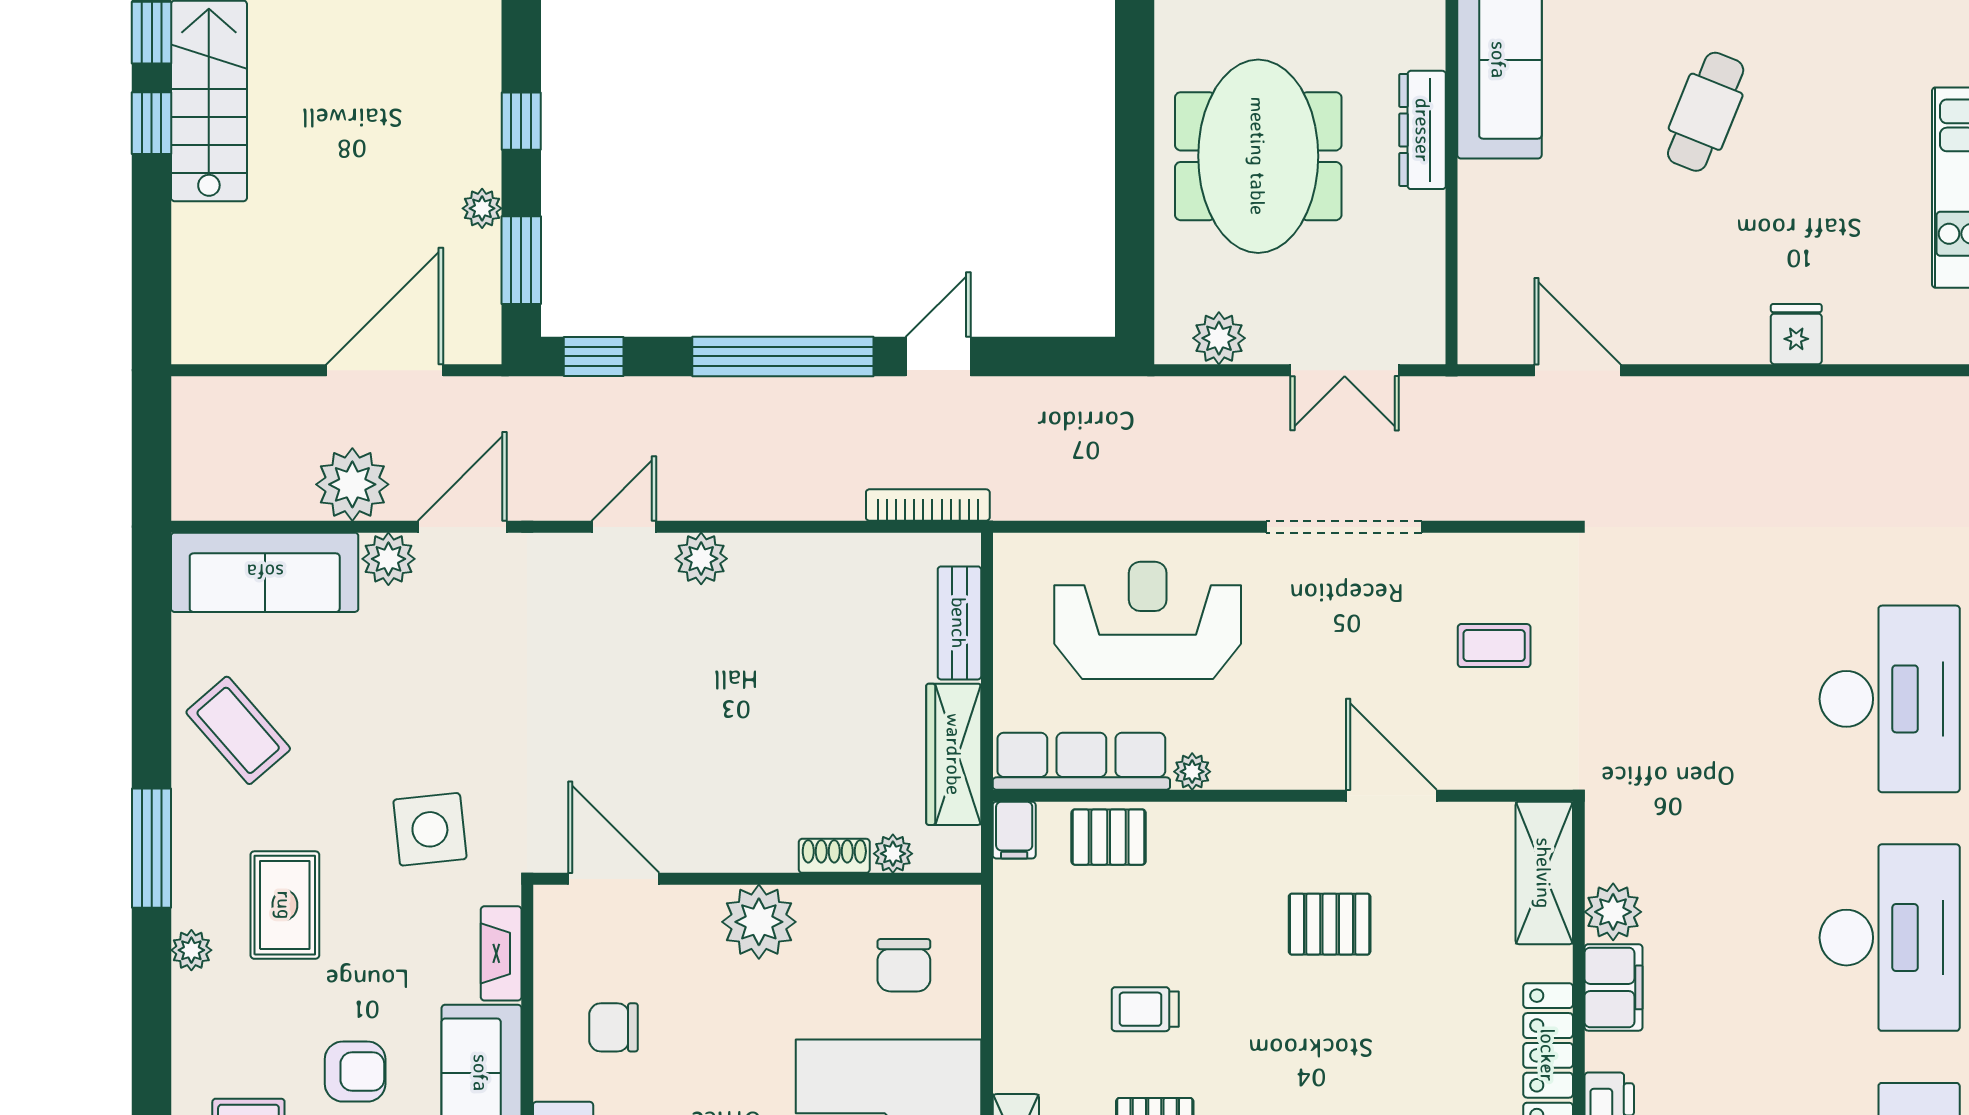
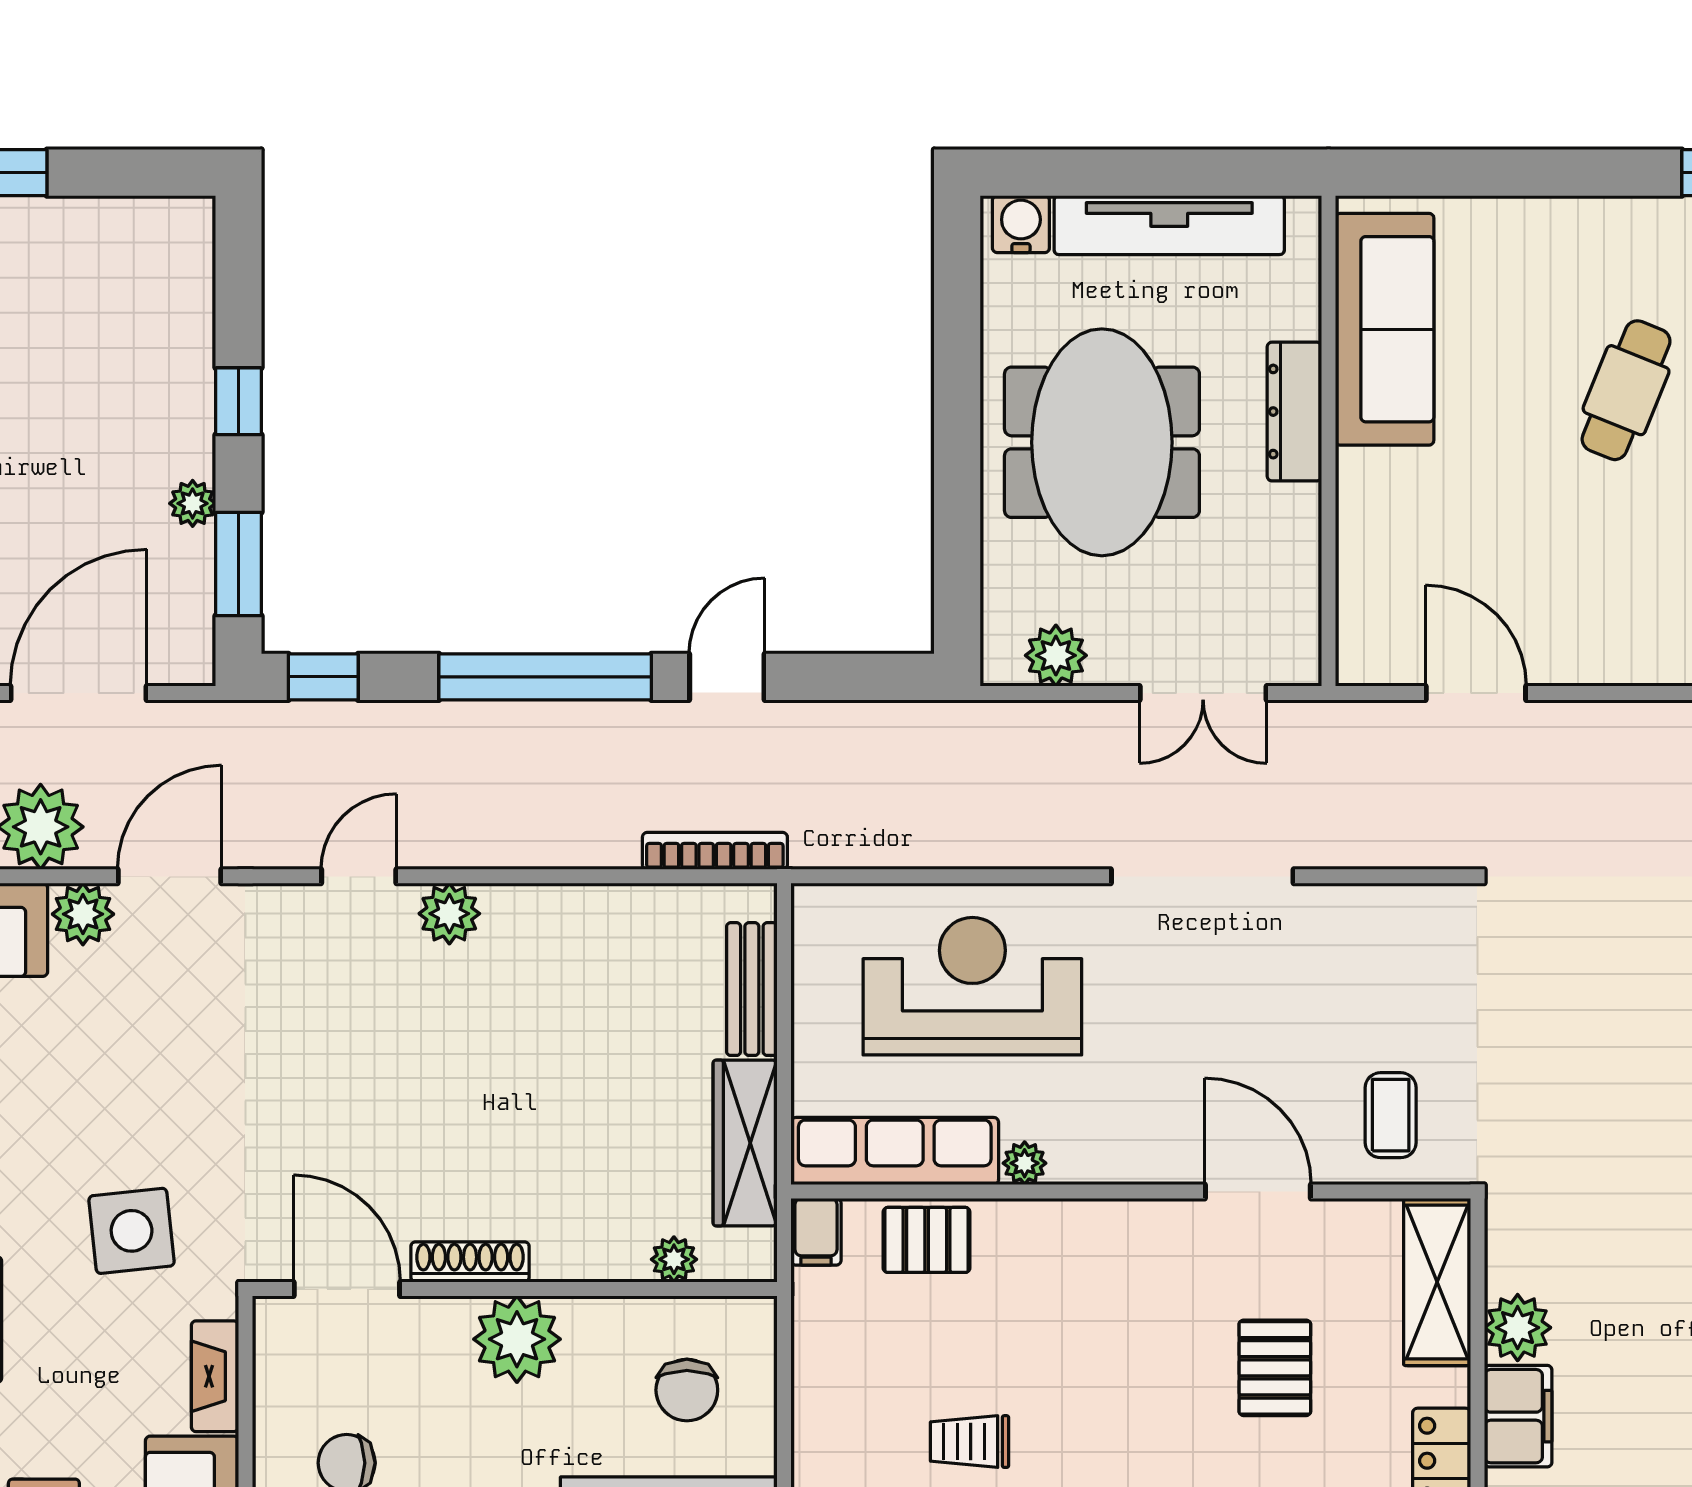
coffee table: (1494, 646) -> (1391, 1115), moved, turned 90
shoe rack: (834, 856) -> (470, 1262), moved, width x1.43
pallet: (1330, 924) -> (1275, 1368), moved, turned 90

